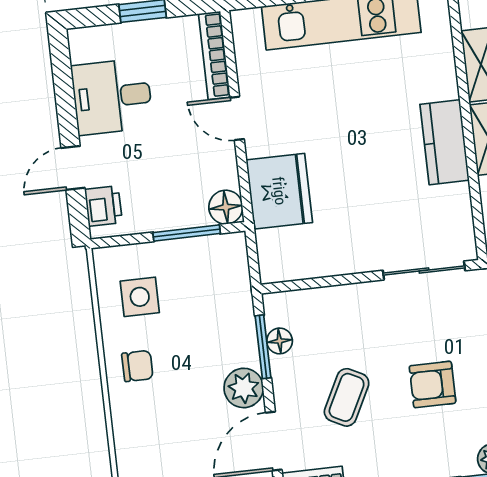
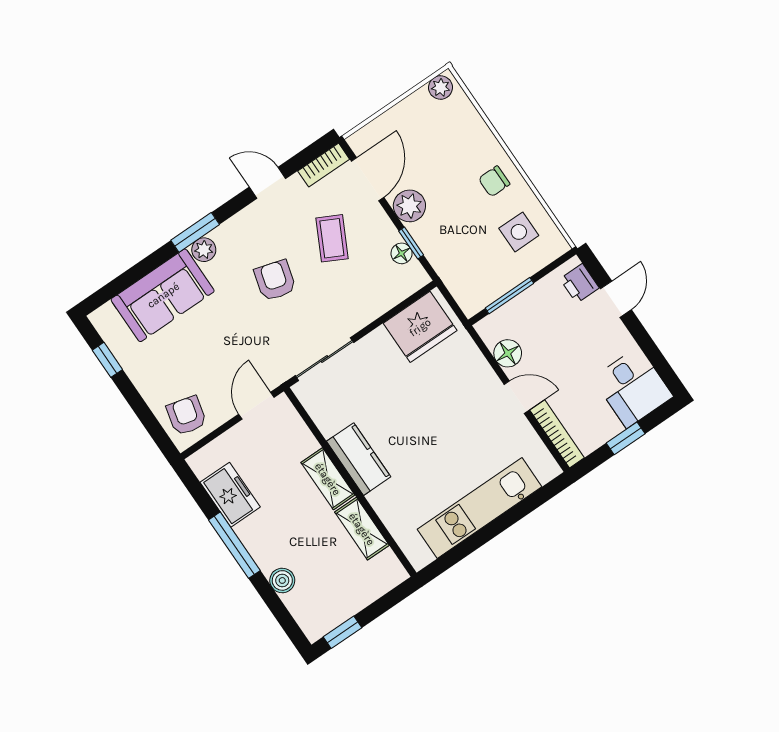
desk: (112, 97) -> (633, 387), moved, turned 90
fridge: (279, 191) -> (420, 327), moved, turned -90
floor lamp: (226, 207) -> (508, 353), moved
window: (263, 347) -> (411, 243), width x0.67
armchair: (433, 384) -> (275, 280), turned -74

